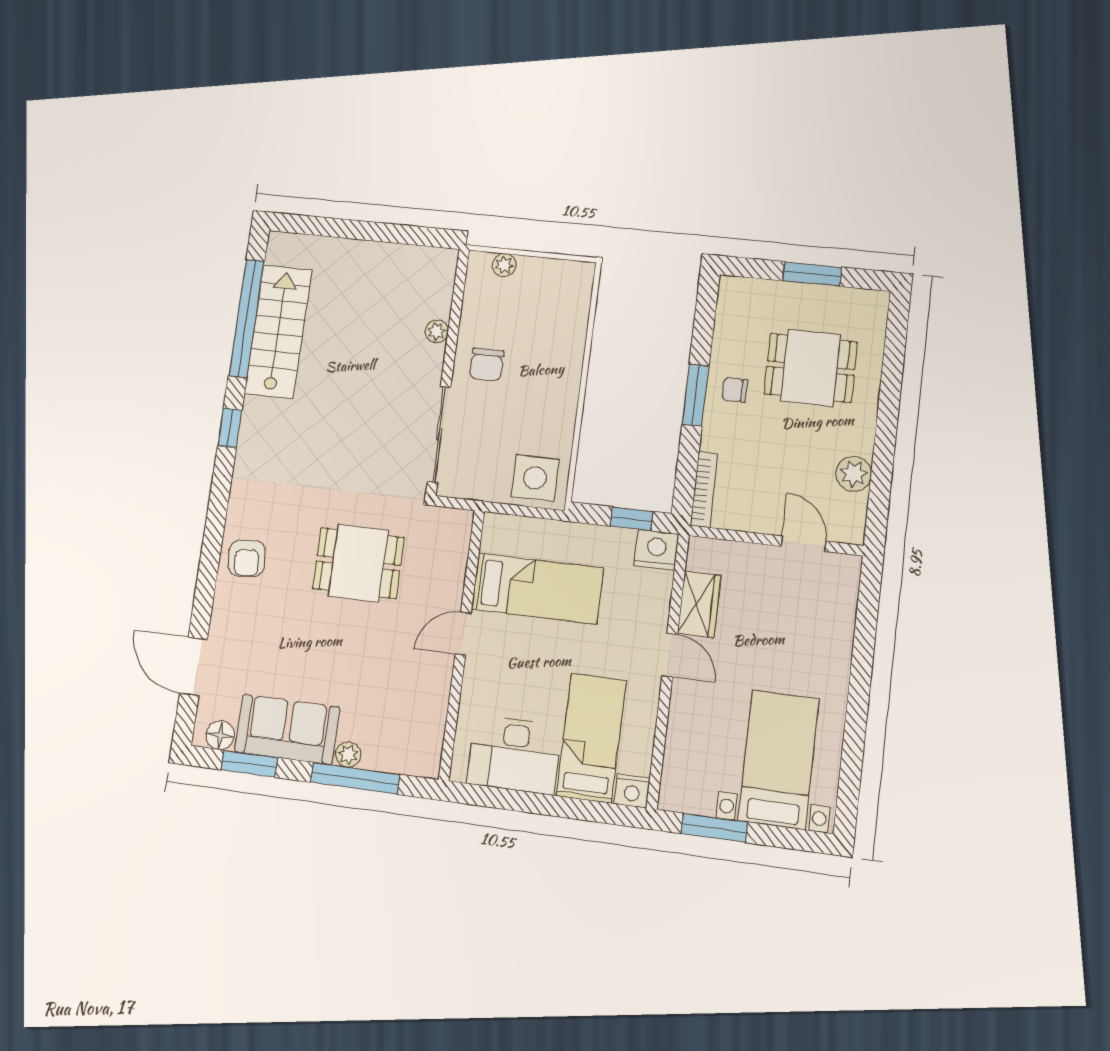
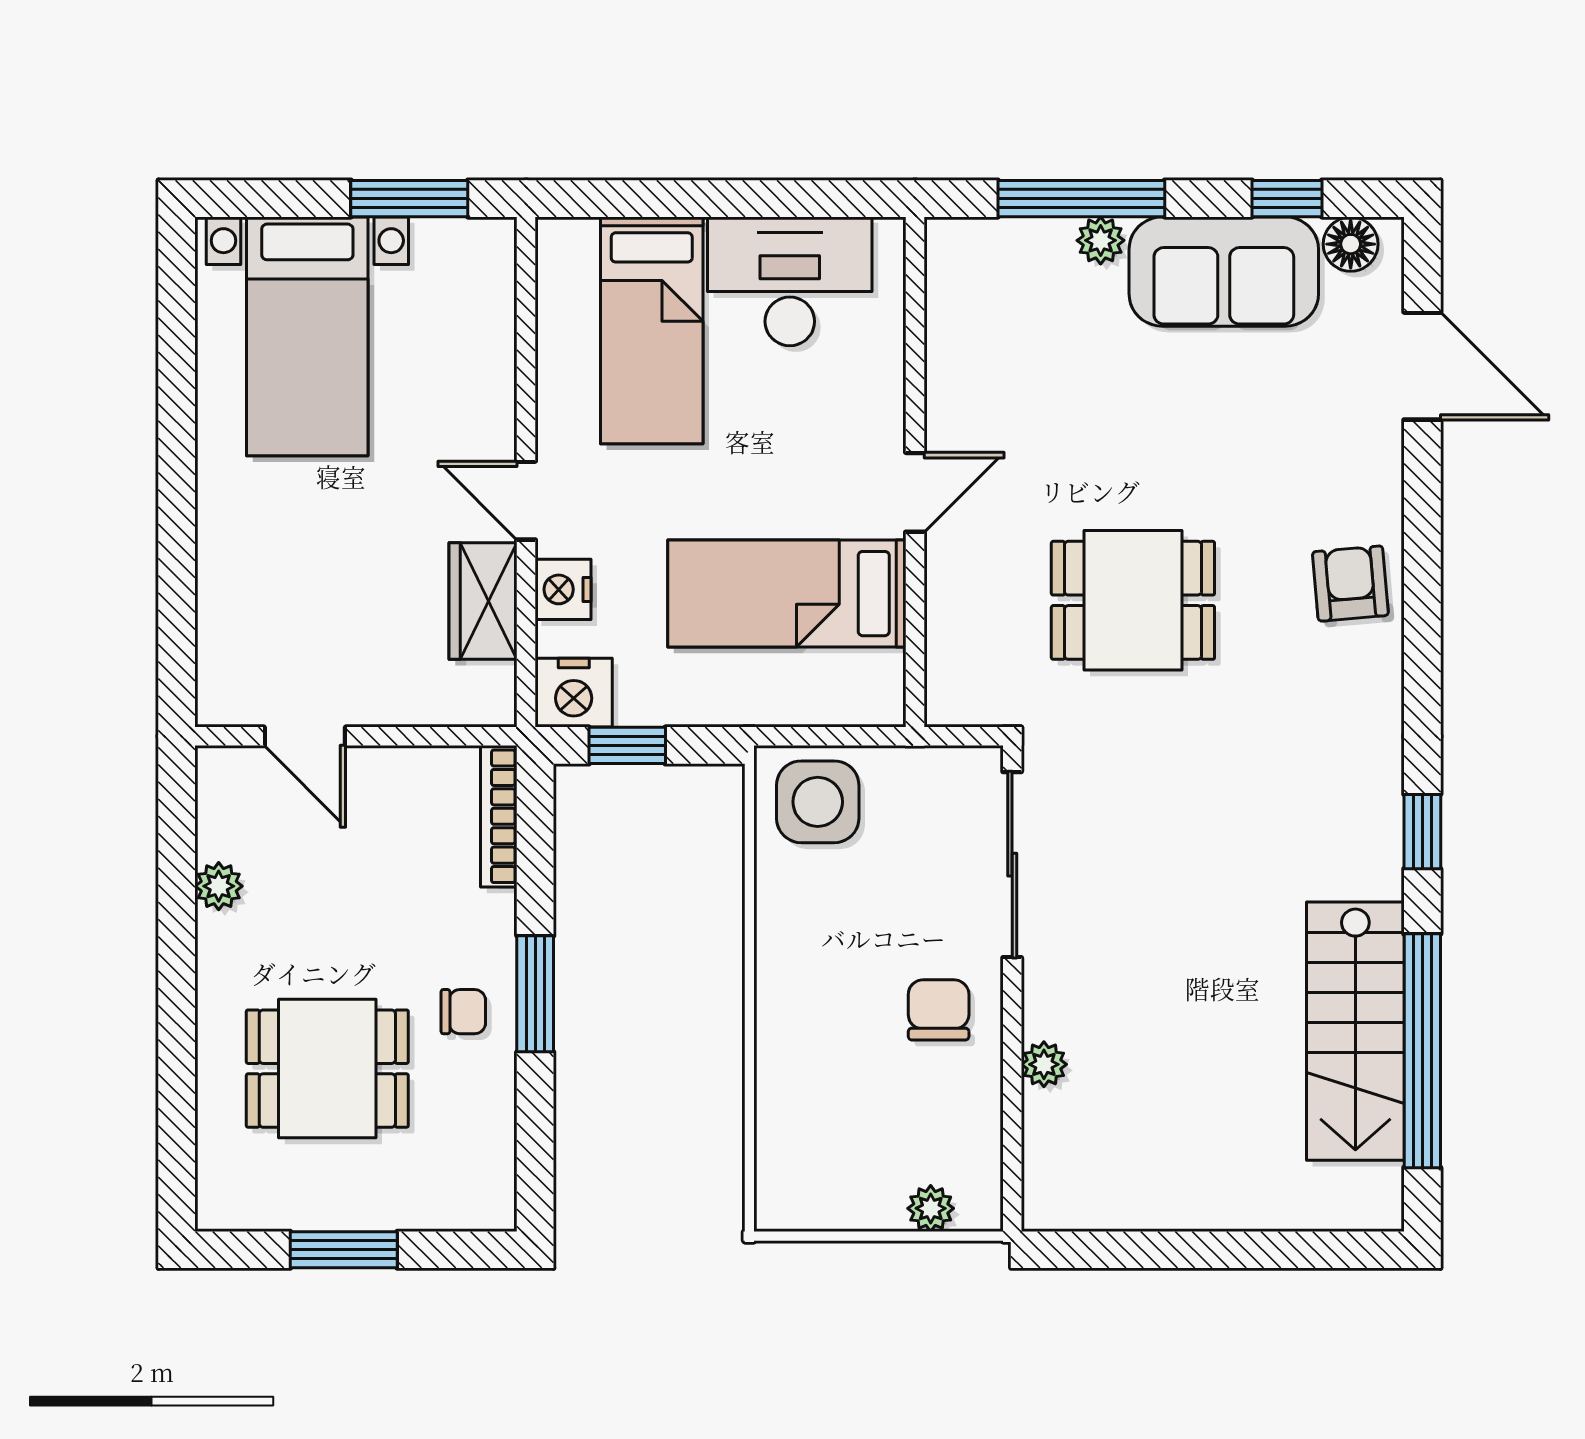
plant: (854, 474) -> (219, 886), width x0.73, depth x0.73
window: (249, 764) -> (1287, 199), width x0.67
nightstand: (632, 791) -> (563, 589), moved, turned -90

